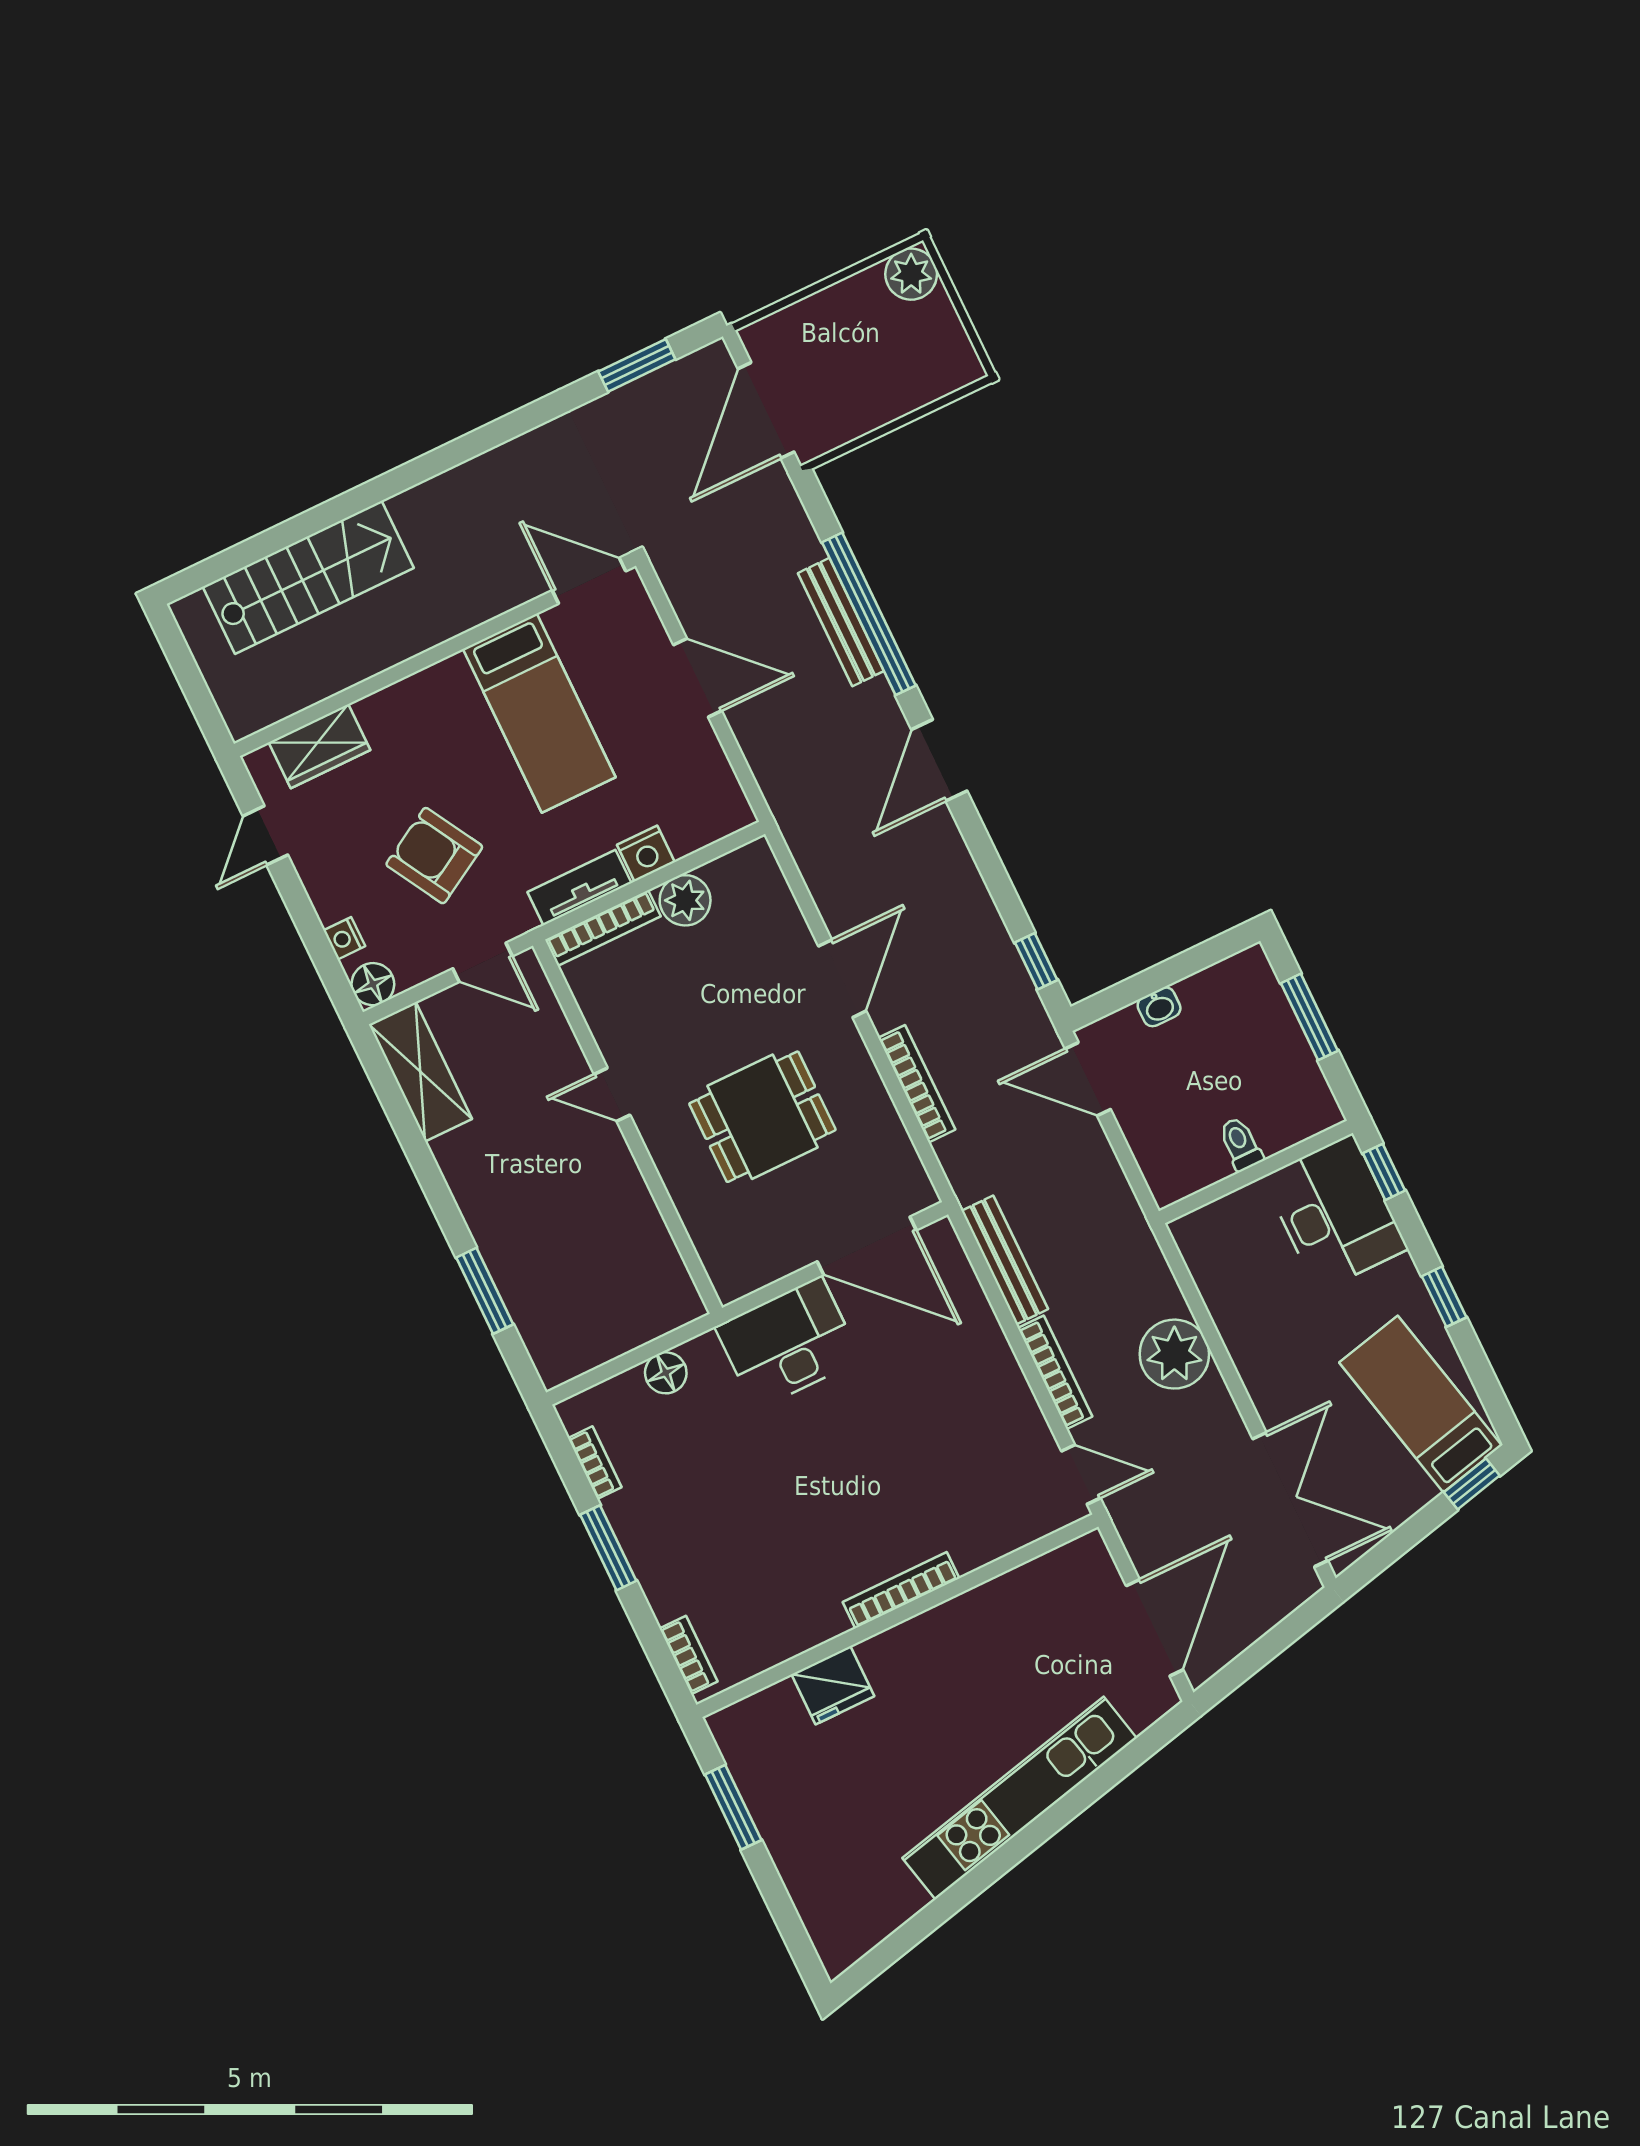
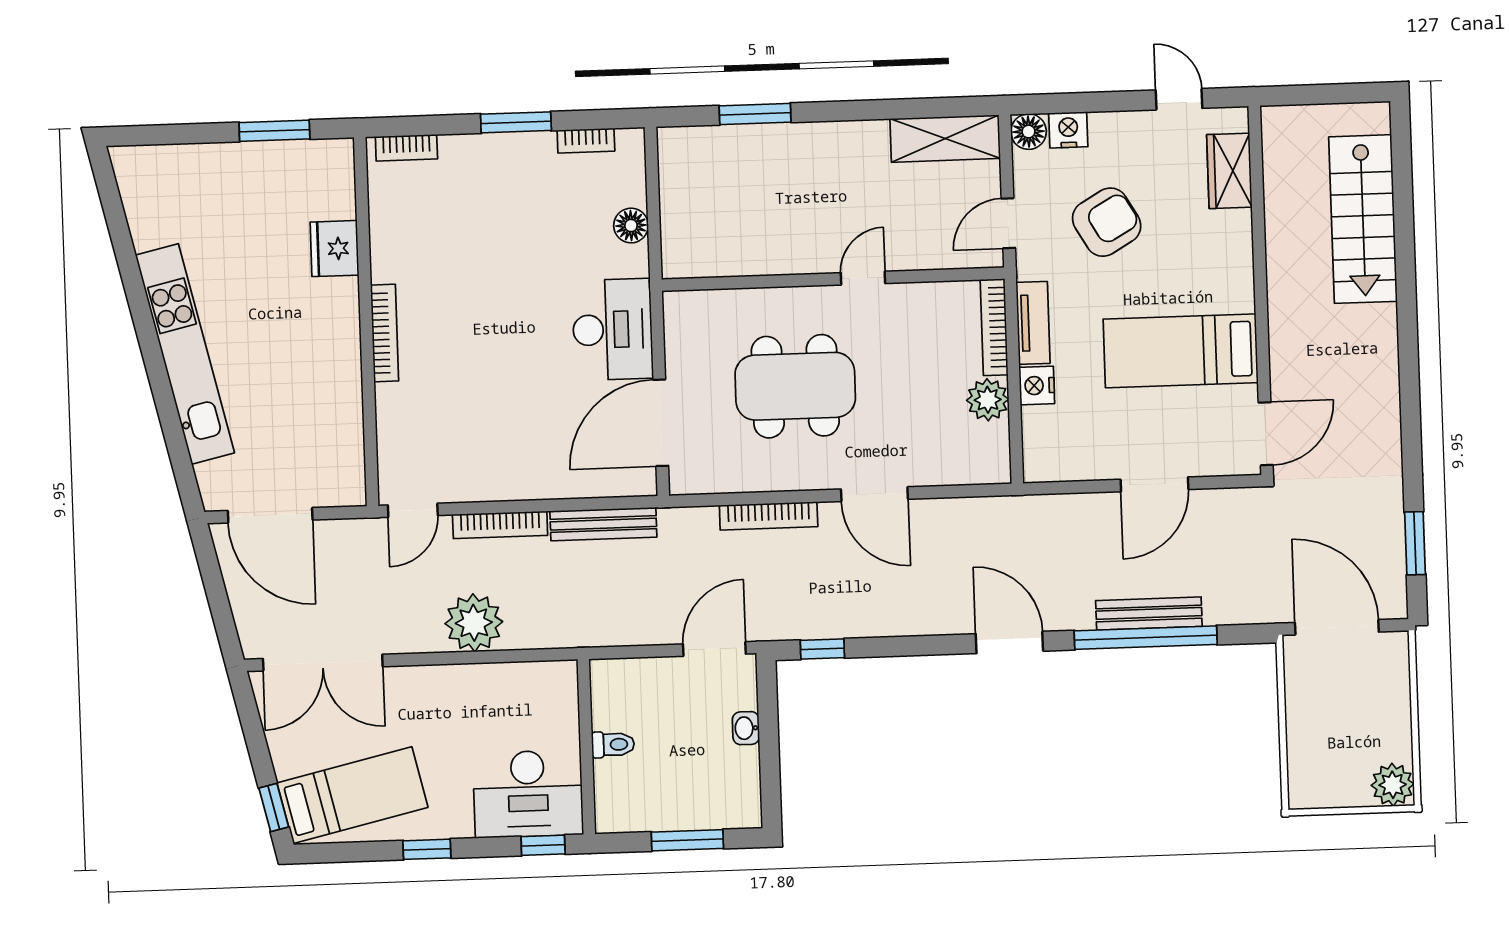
nightstand: (344, 938) -> (1068, 130), width x1.39, depth x1.35
dining table: (762, 1117) -> (795, 386), width x1.38

